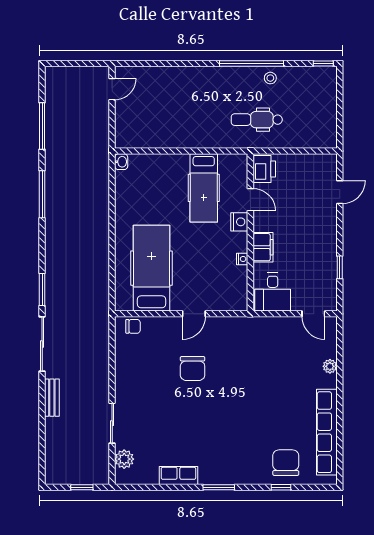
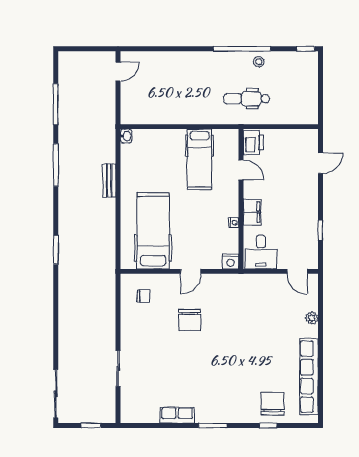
nightstand: (239, 222) -> (231, 262), moved, turned 90
chair: (133, 326) -> (143, 296), moved
sliding door: (42, 344) -> (56, 394), moved
bench: (52, 398) -> (109, 180), moved
plant: (124, 459) -> (129, 401), removed

